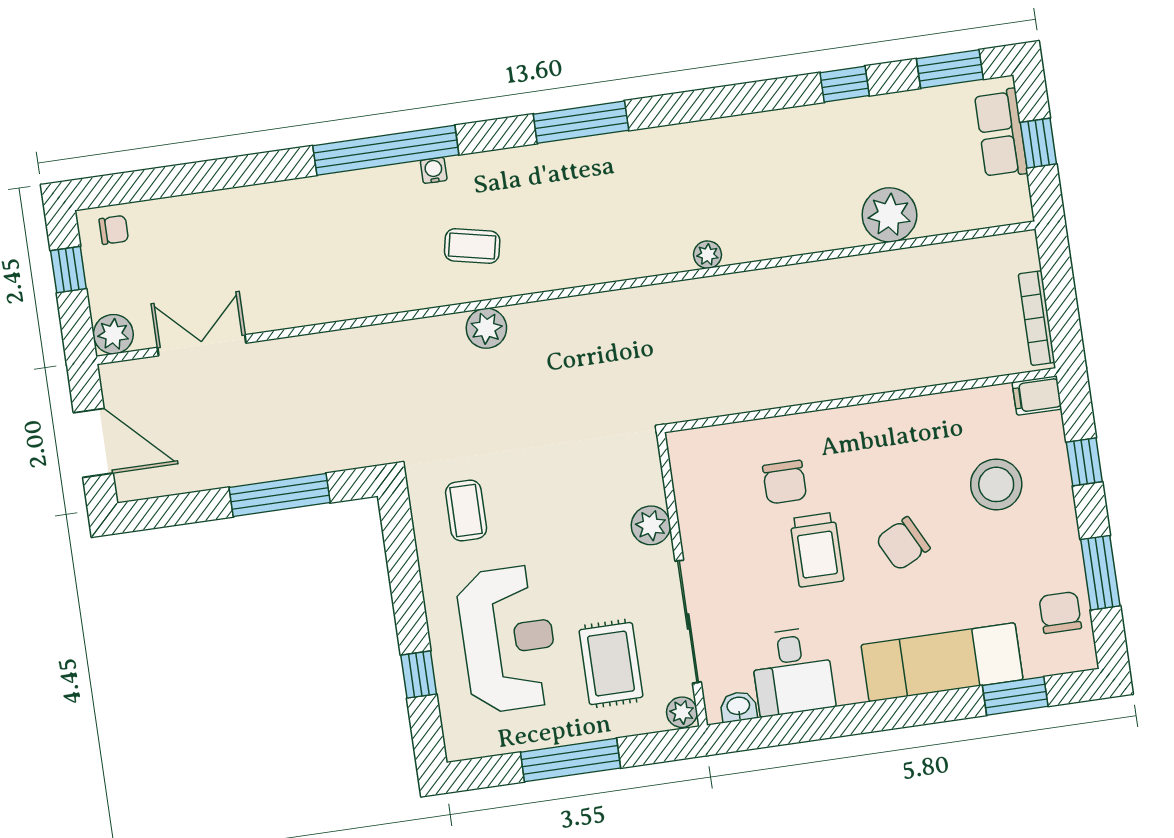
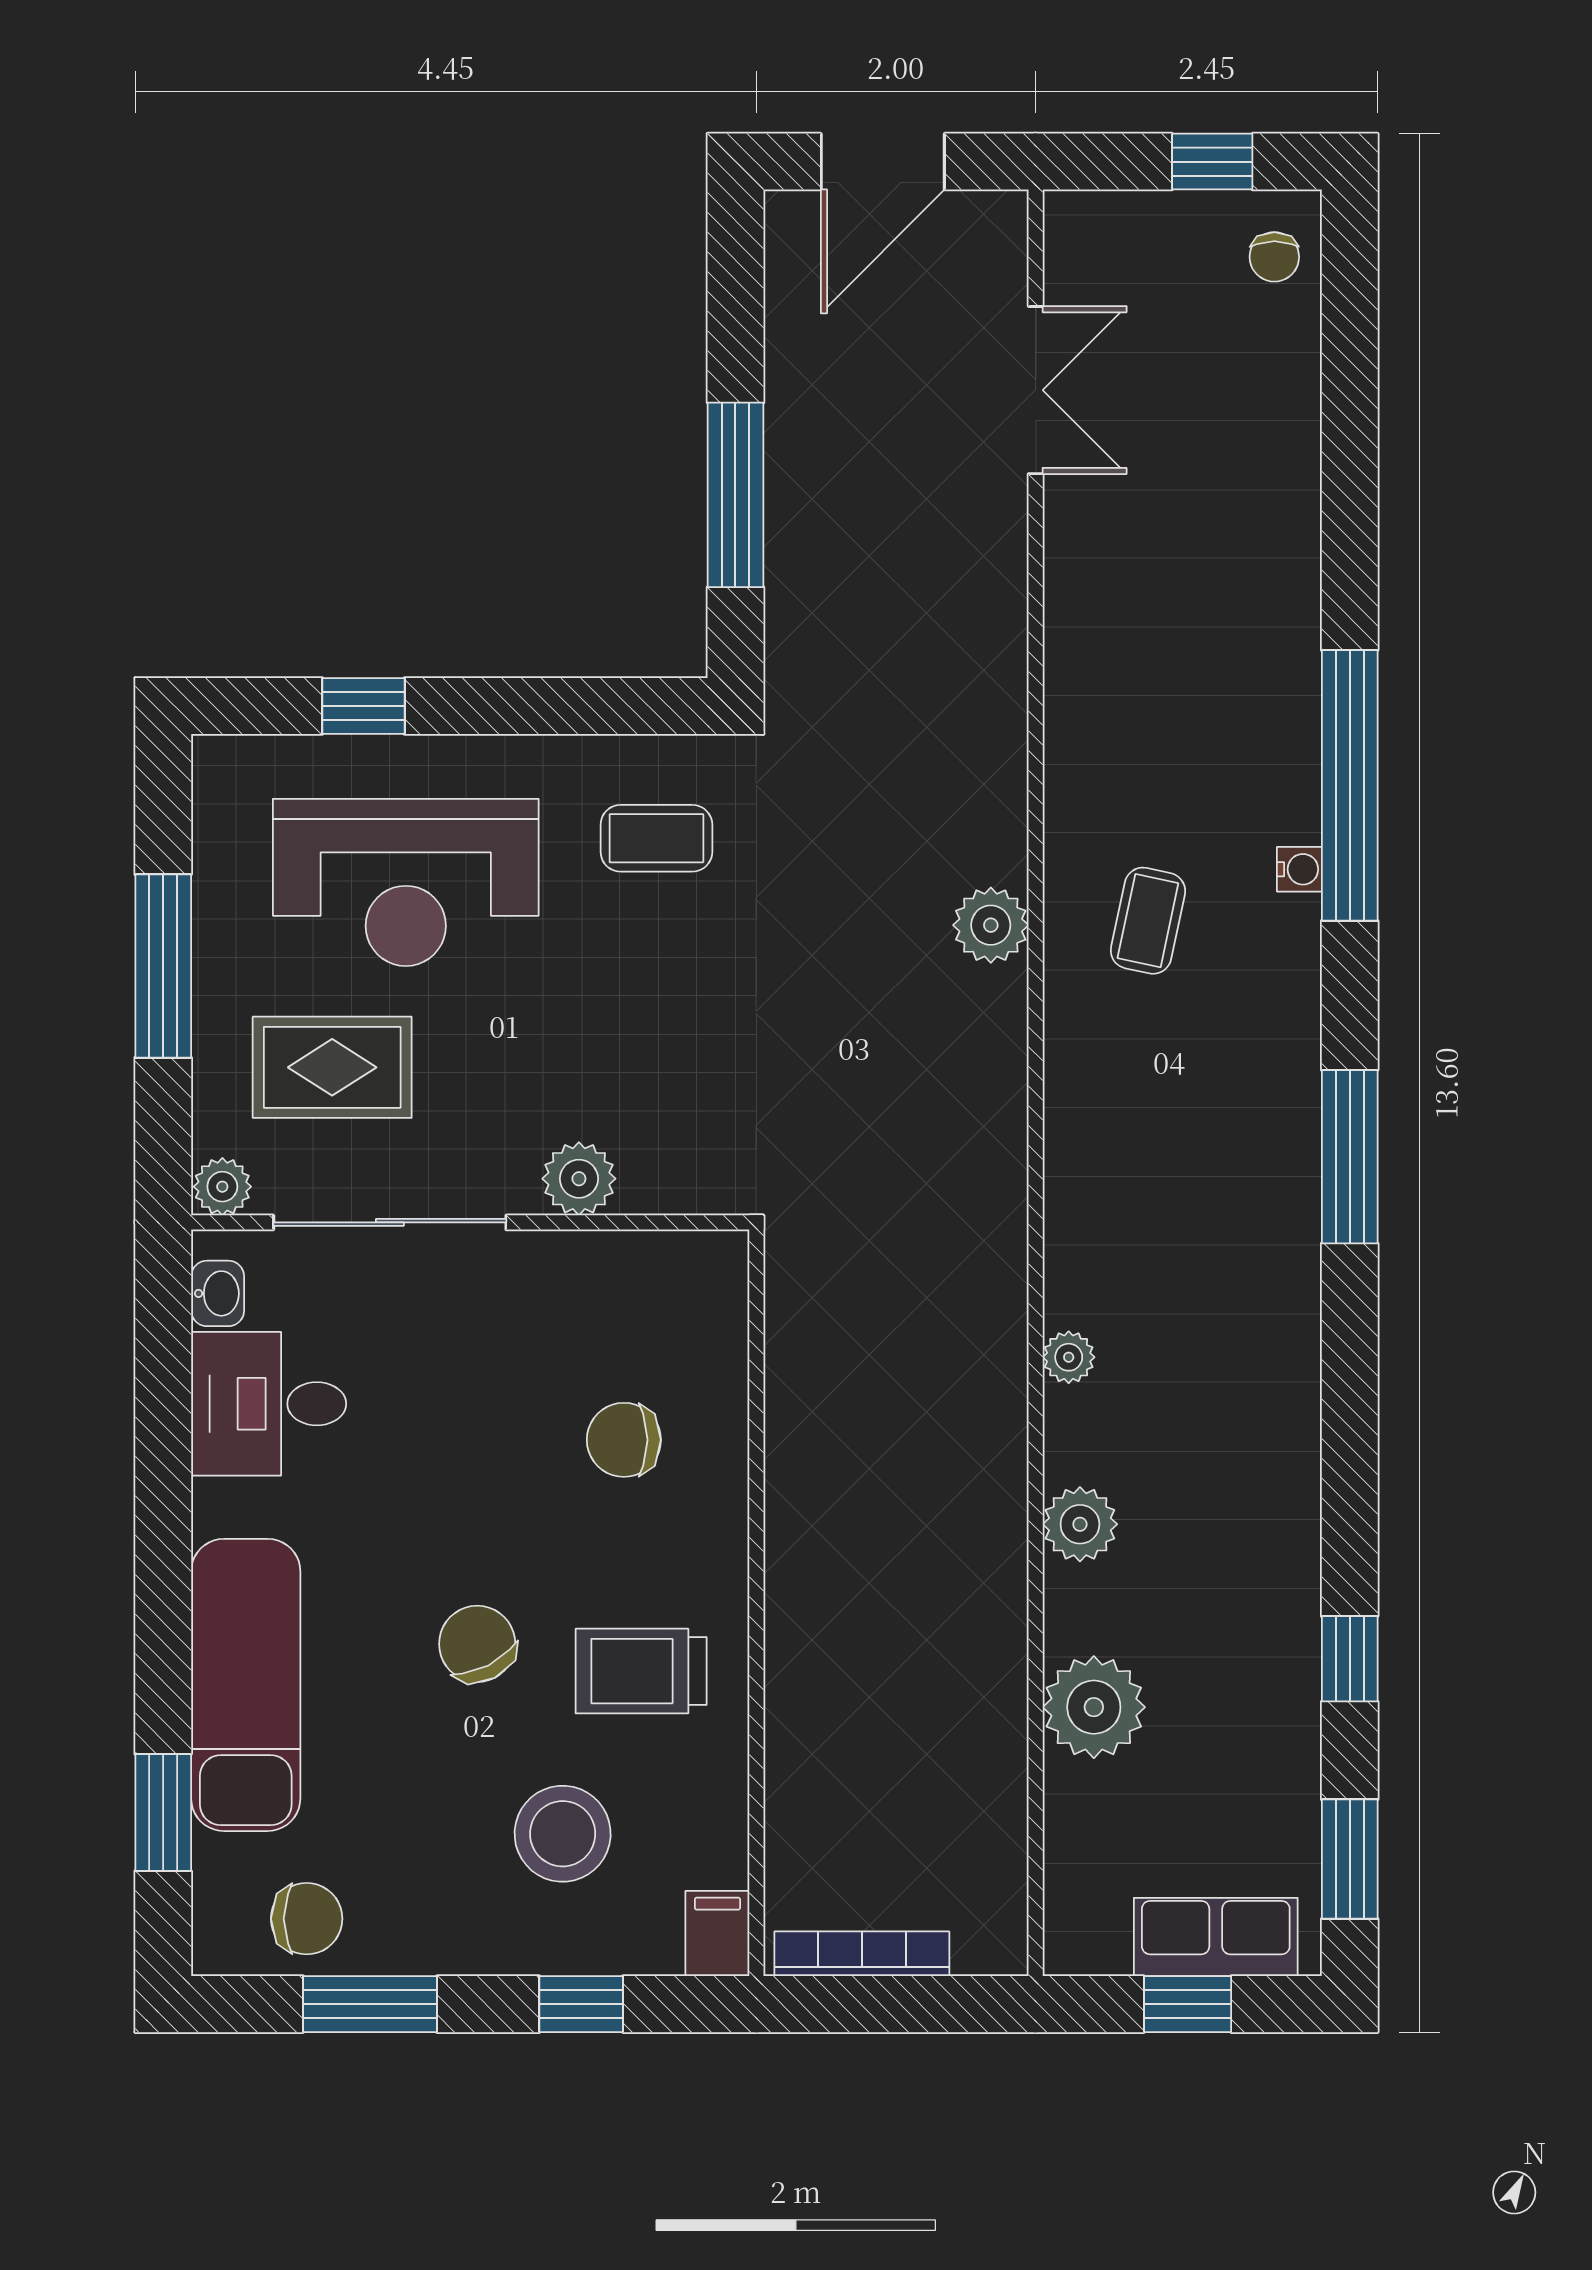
plant: (113, 334) -> (1080, 1524), moved
trolley: (817, 550) -> (641, 1671), moved

